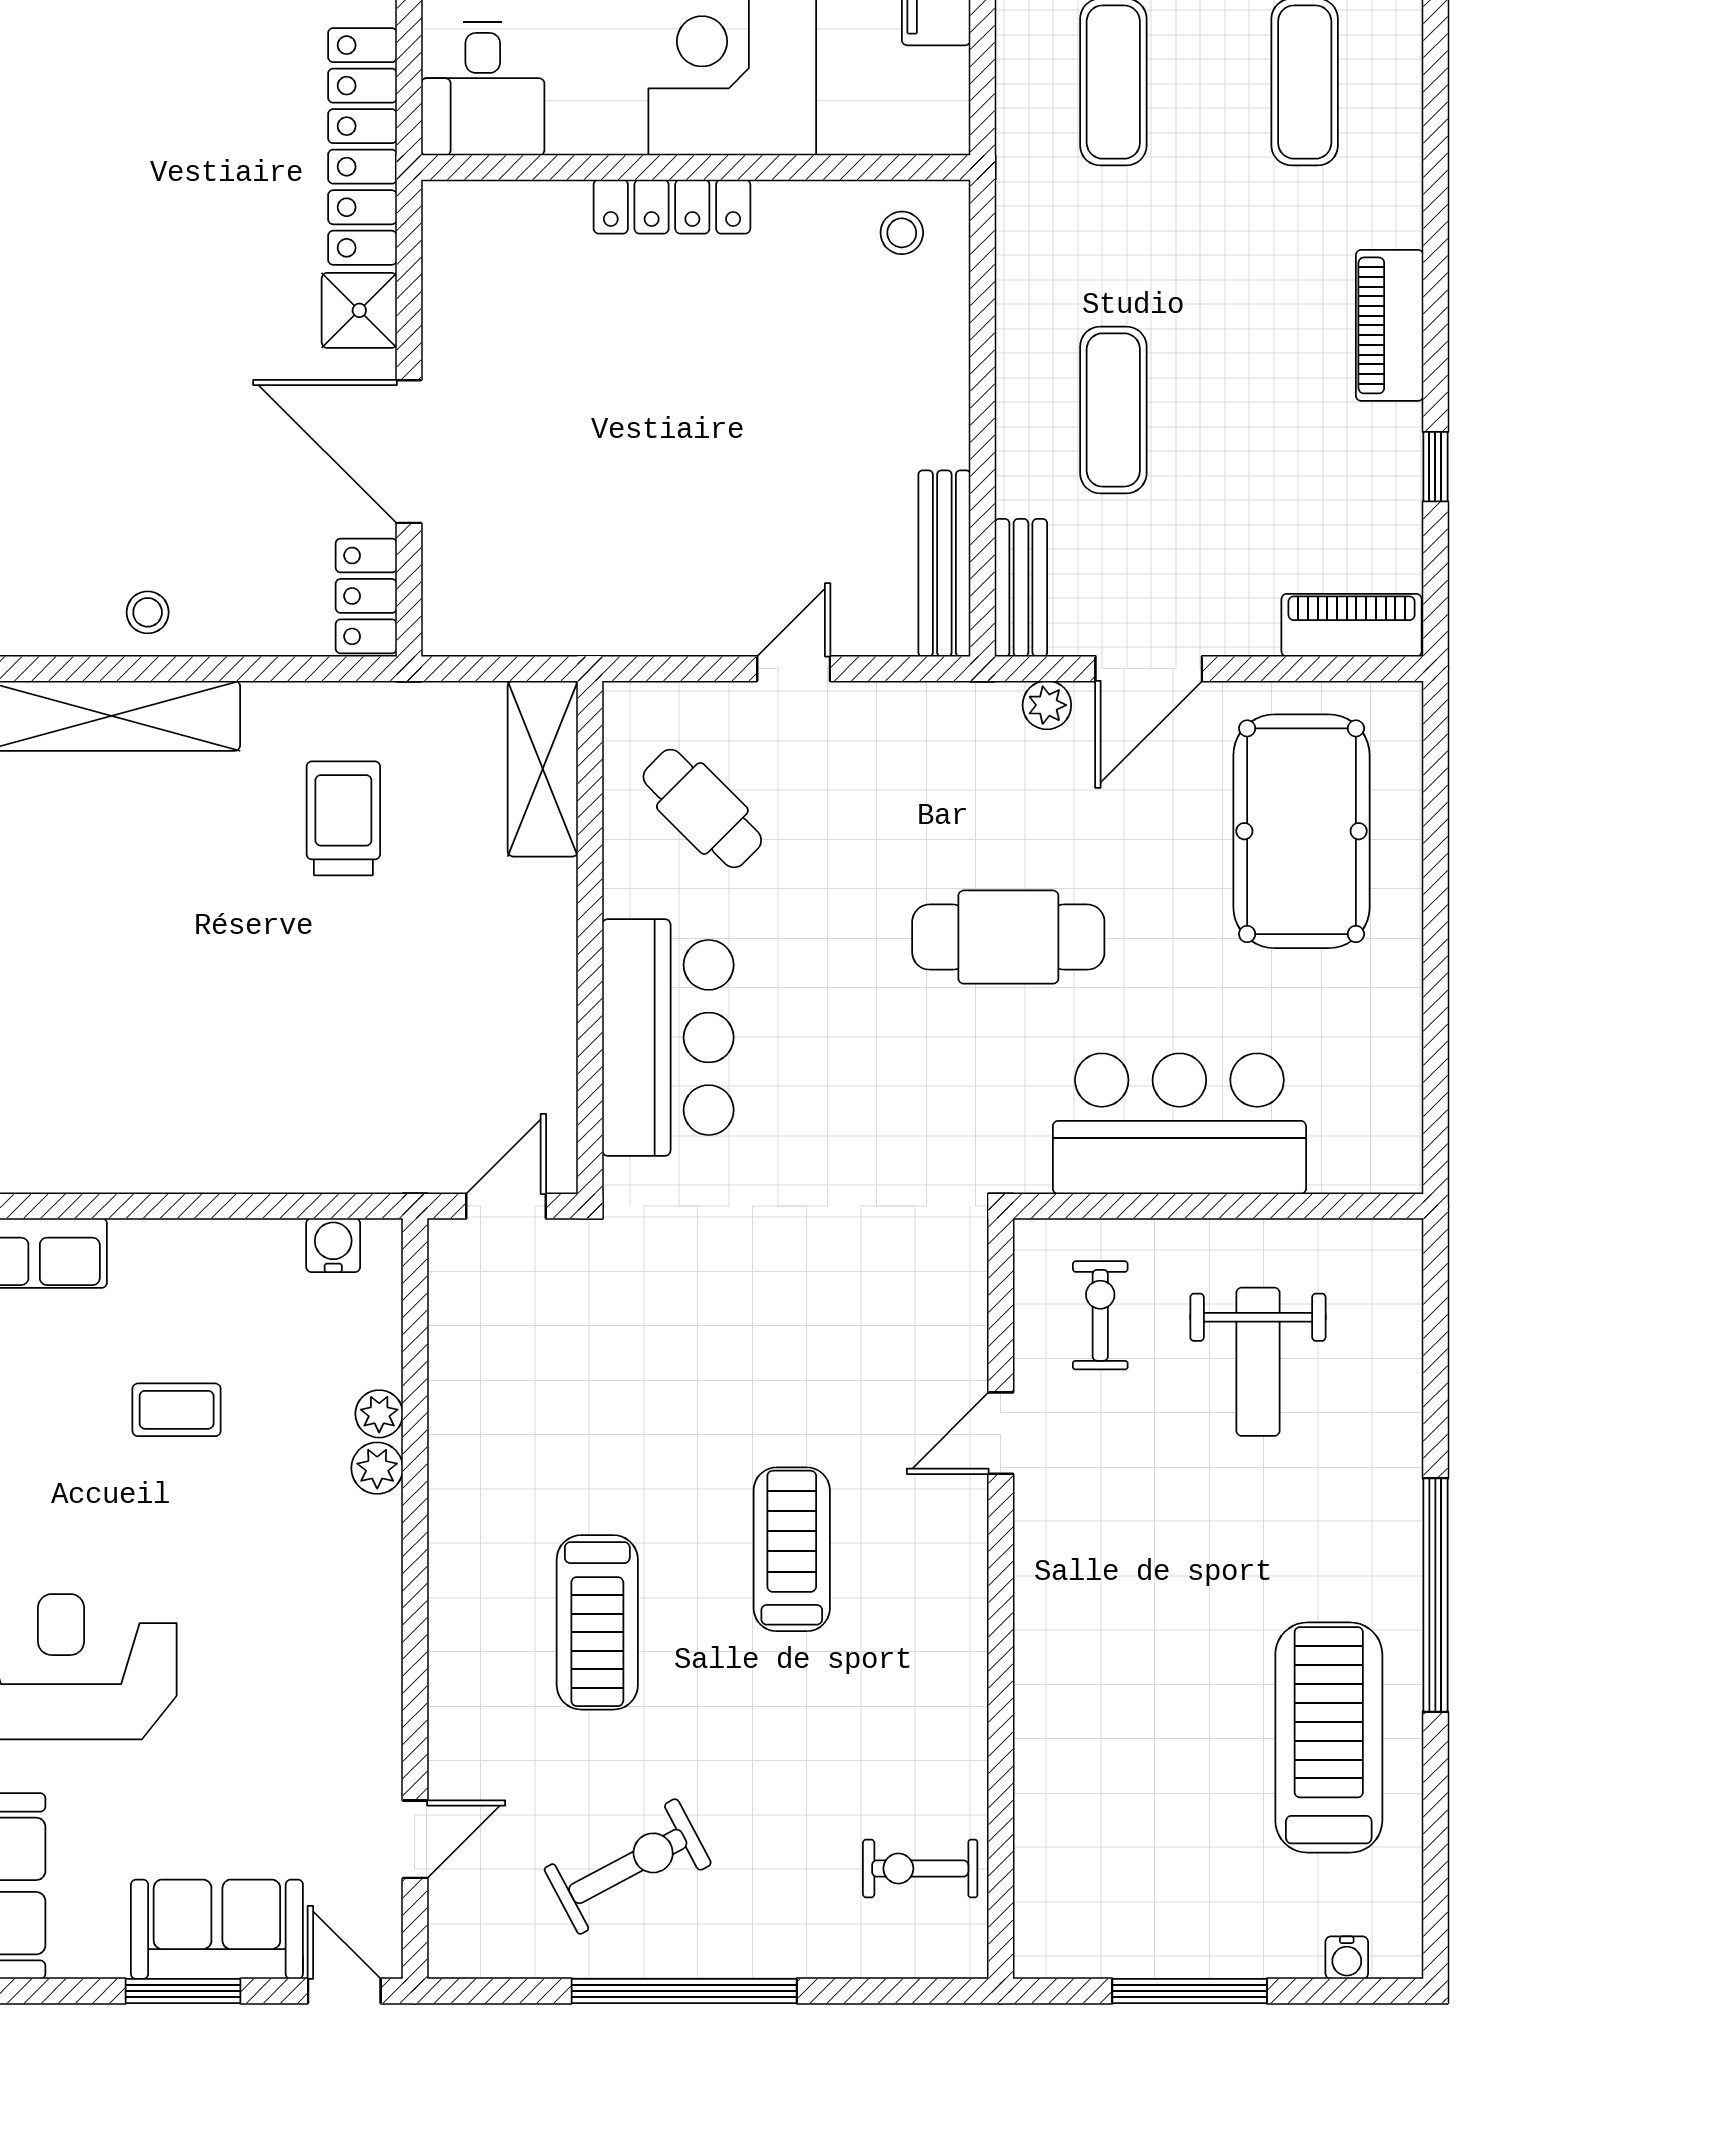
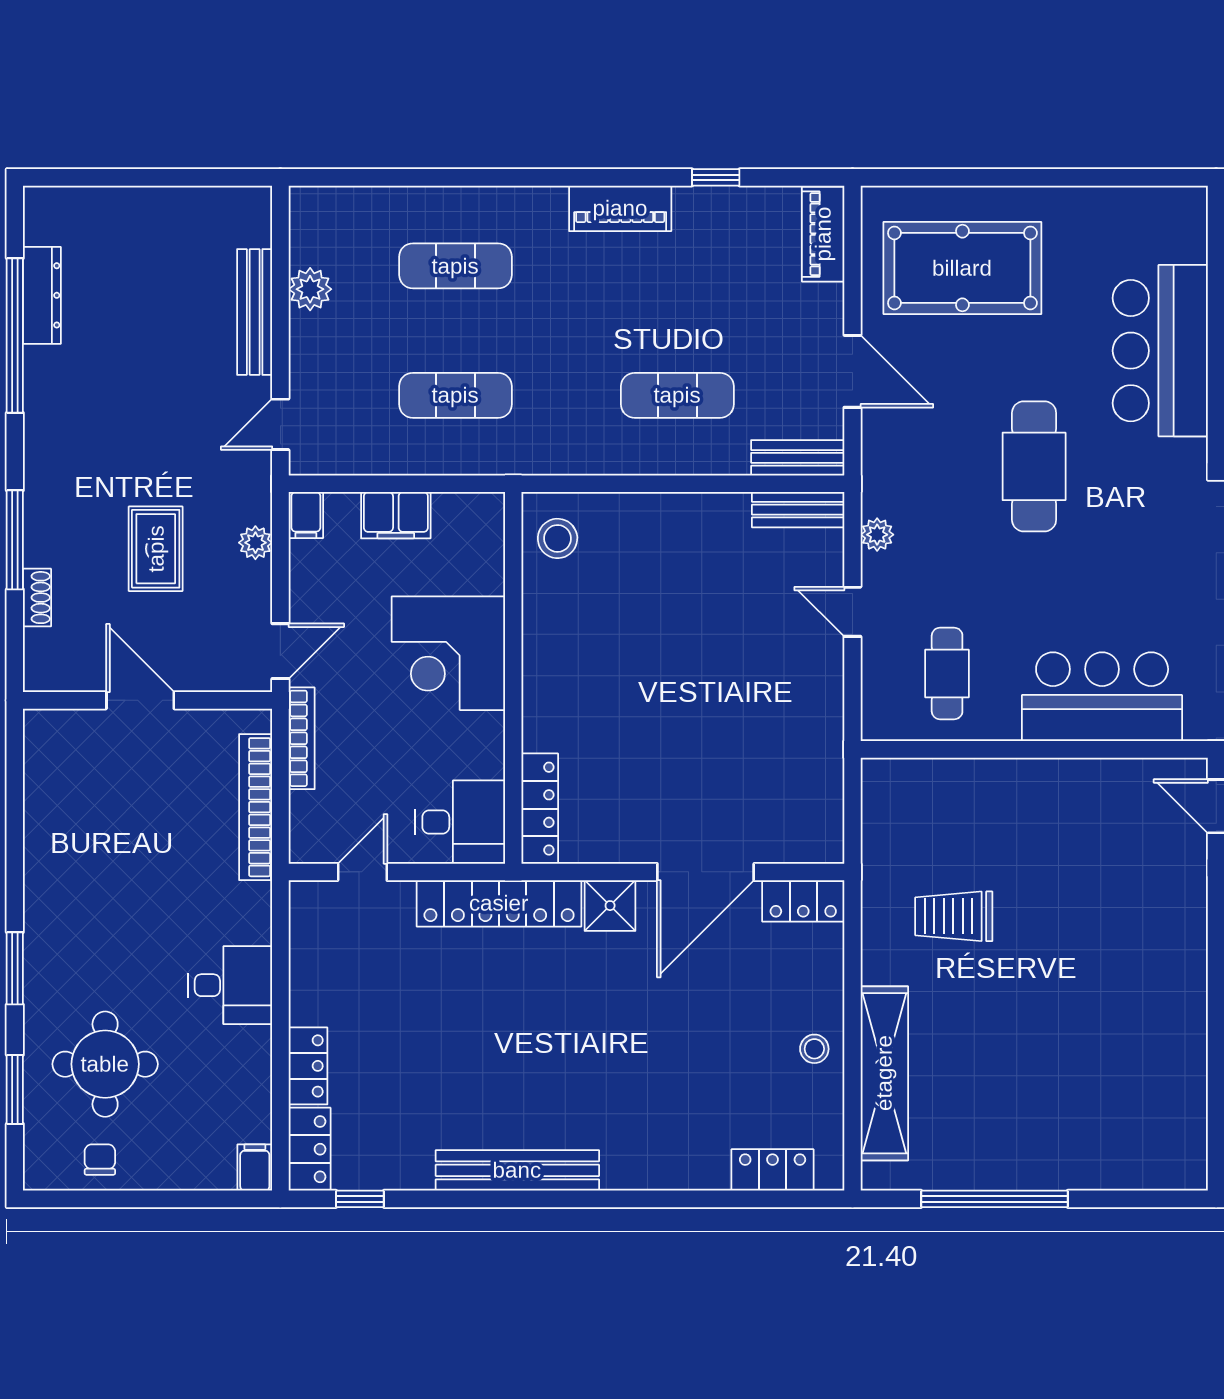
locker: (672, 207) -> (540, 809), moved
stool: (902, 233) -> (558, 538), width x1.37, depth x1.37
bench: (944, 563) -> (798, 510), width x0.73
plant: (1047, 705) -> (877, 535), moved
shelving: (543, 769) -> (920, 781), removed
cafe table: (702, 808) -> (947, 673), turned -45

